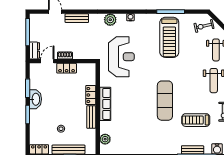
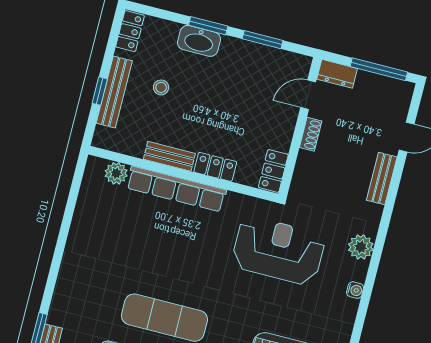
reception desk: (121, 57) -> (278, 251), turned 180
door: (47, 61) -> (308, 95), swing flipped
locker: (67, 68) -> (273, 171), moved
washbasin: (36, 99) -> (199, 41), moved
row of seats: (105, 104) -> (176, 189), width x1.36

